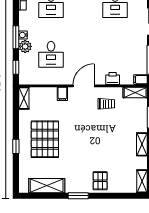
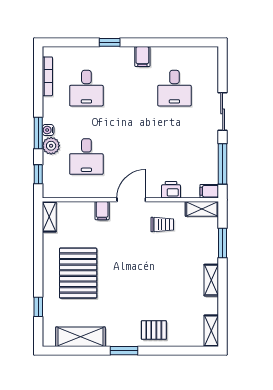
window: (16, 146) -> (38, 307), moved
pallet: (100, 181) -> (154, 330), turned 90

